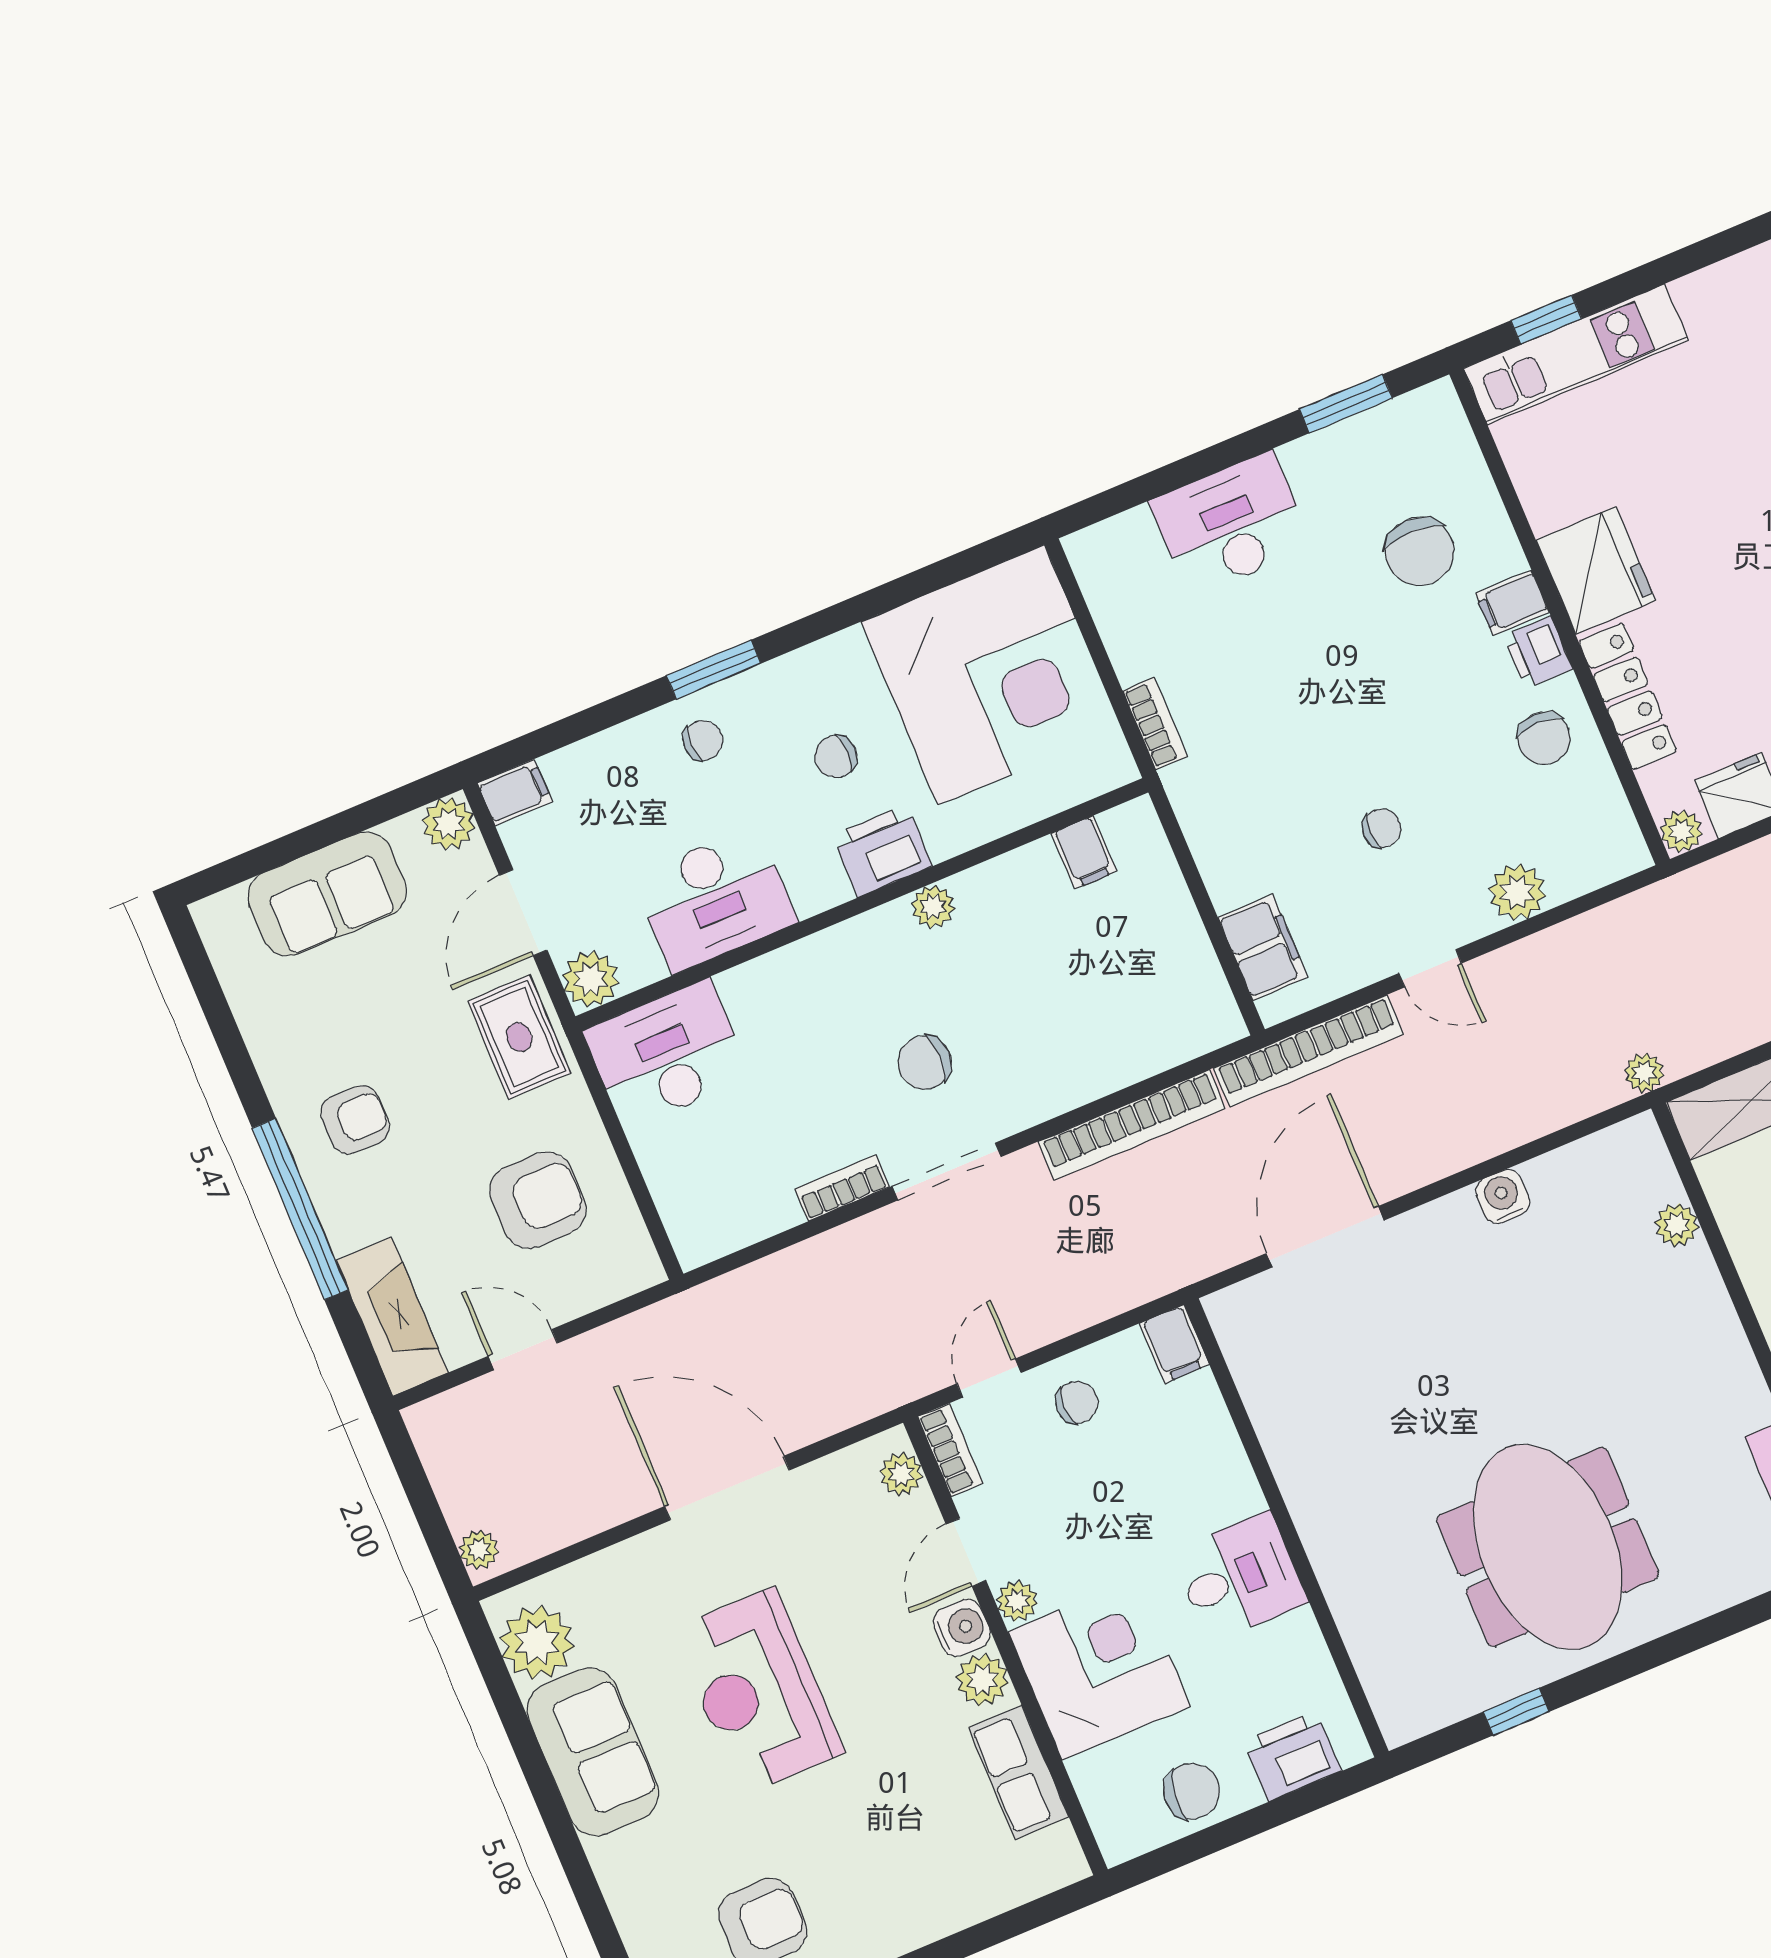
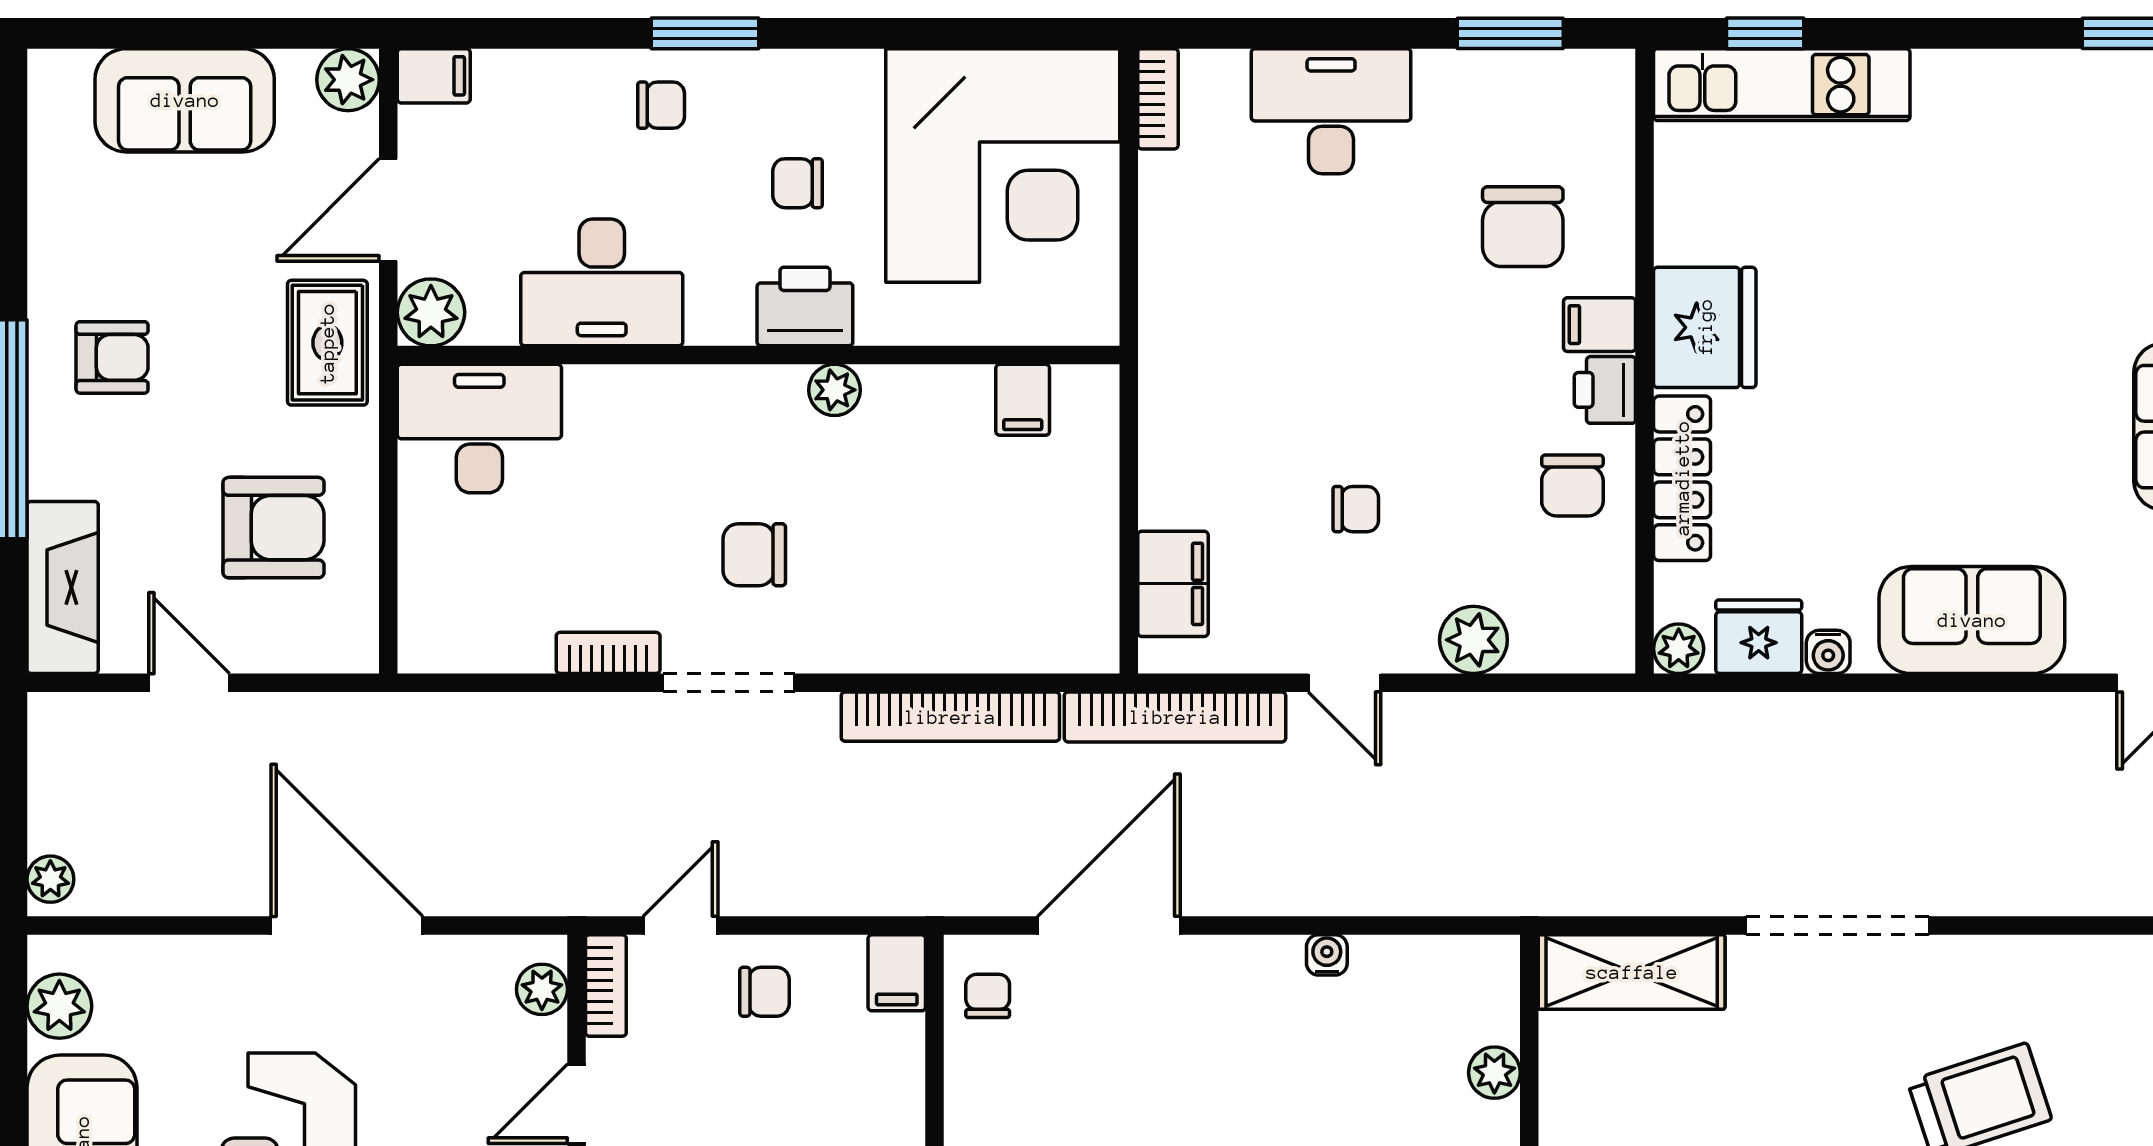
bookcase: (1155, 724) -> (1158, 99), moved
plant: (1644, 1073) -> (1529, 893), removed
water cooler: (1503, 1196) -> (1327, 955), width x0.72, depth x0.72
chair: (1253, 1332) -> (988, 996), added
plant: (537, 1643) -> (59, 1006), width x0.73, depth x0.73

